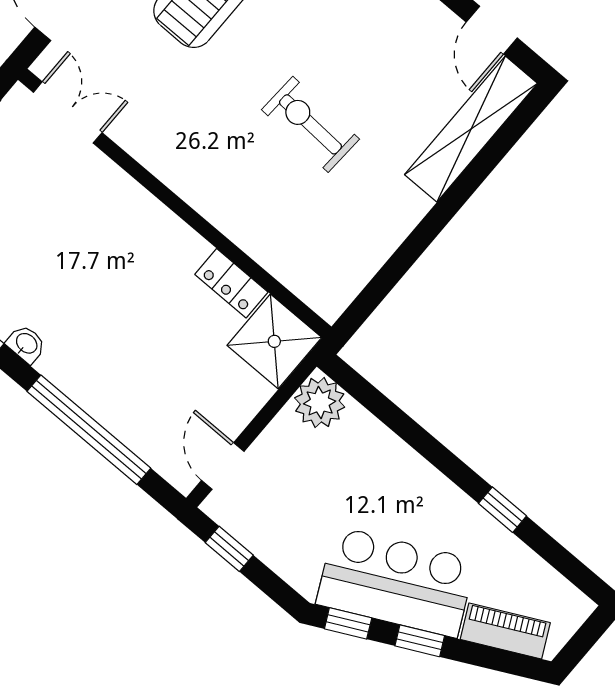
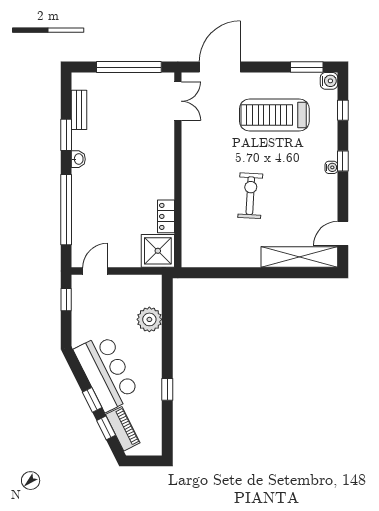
plant: (320, 402) -> (149, 319), moved
window: (348, 623) -> (106, 428), moved

